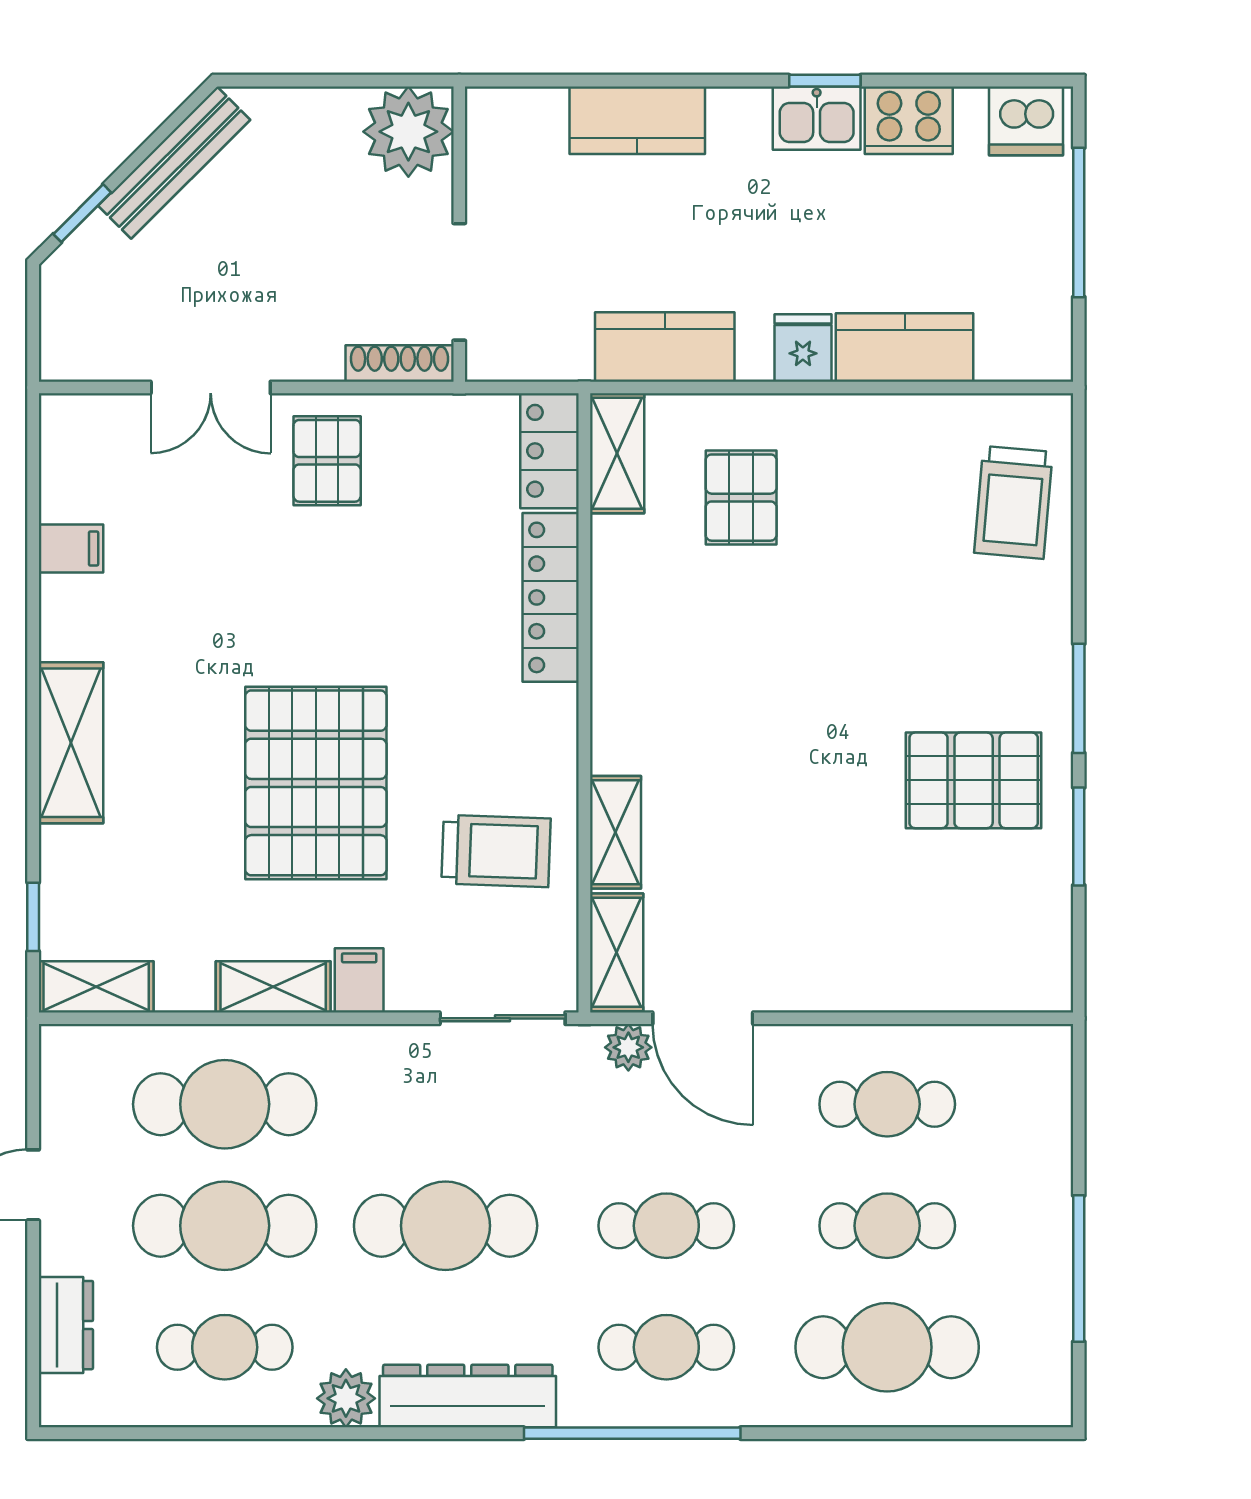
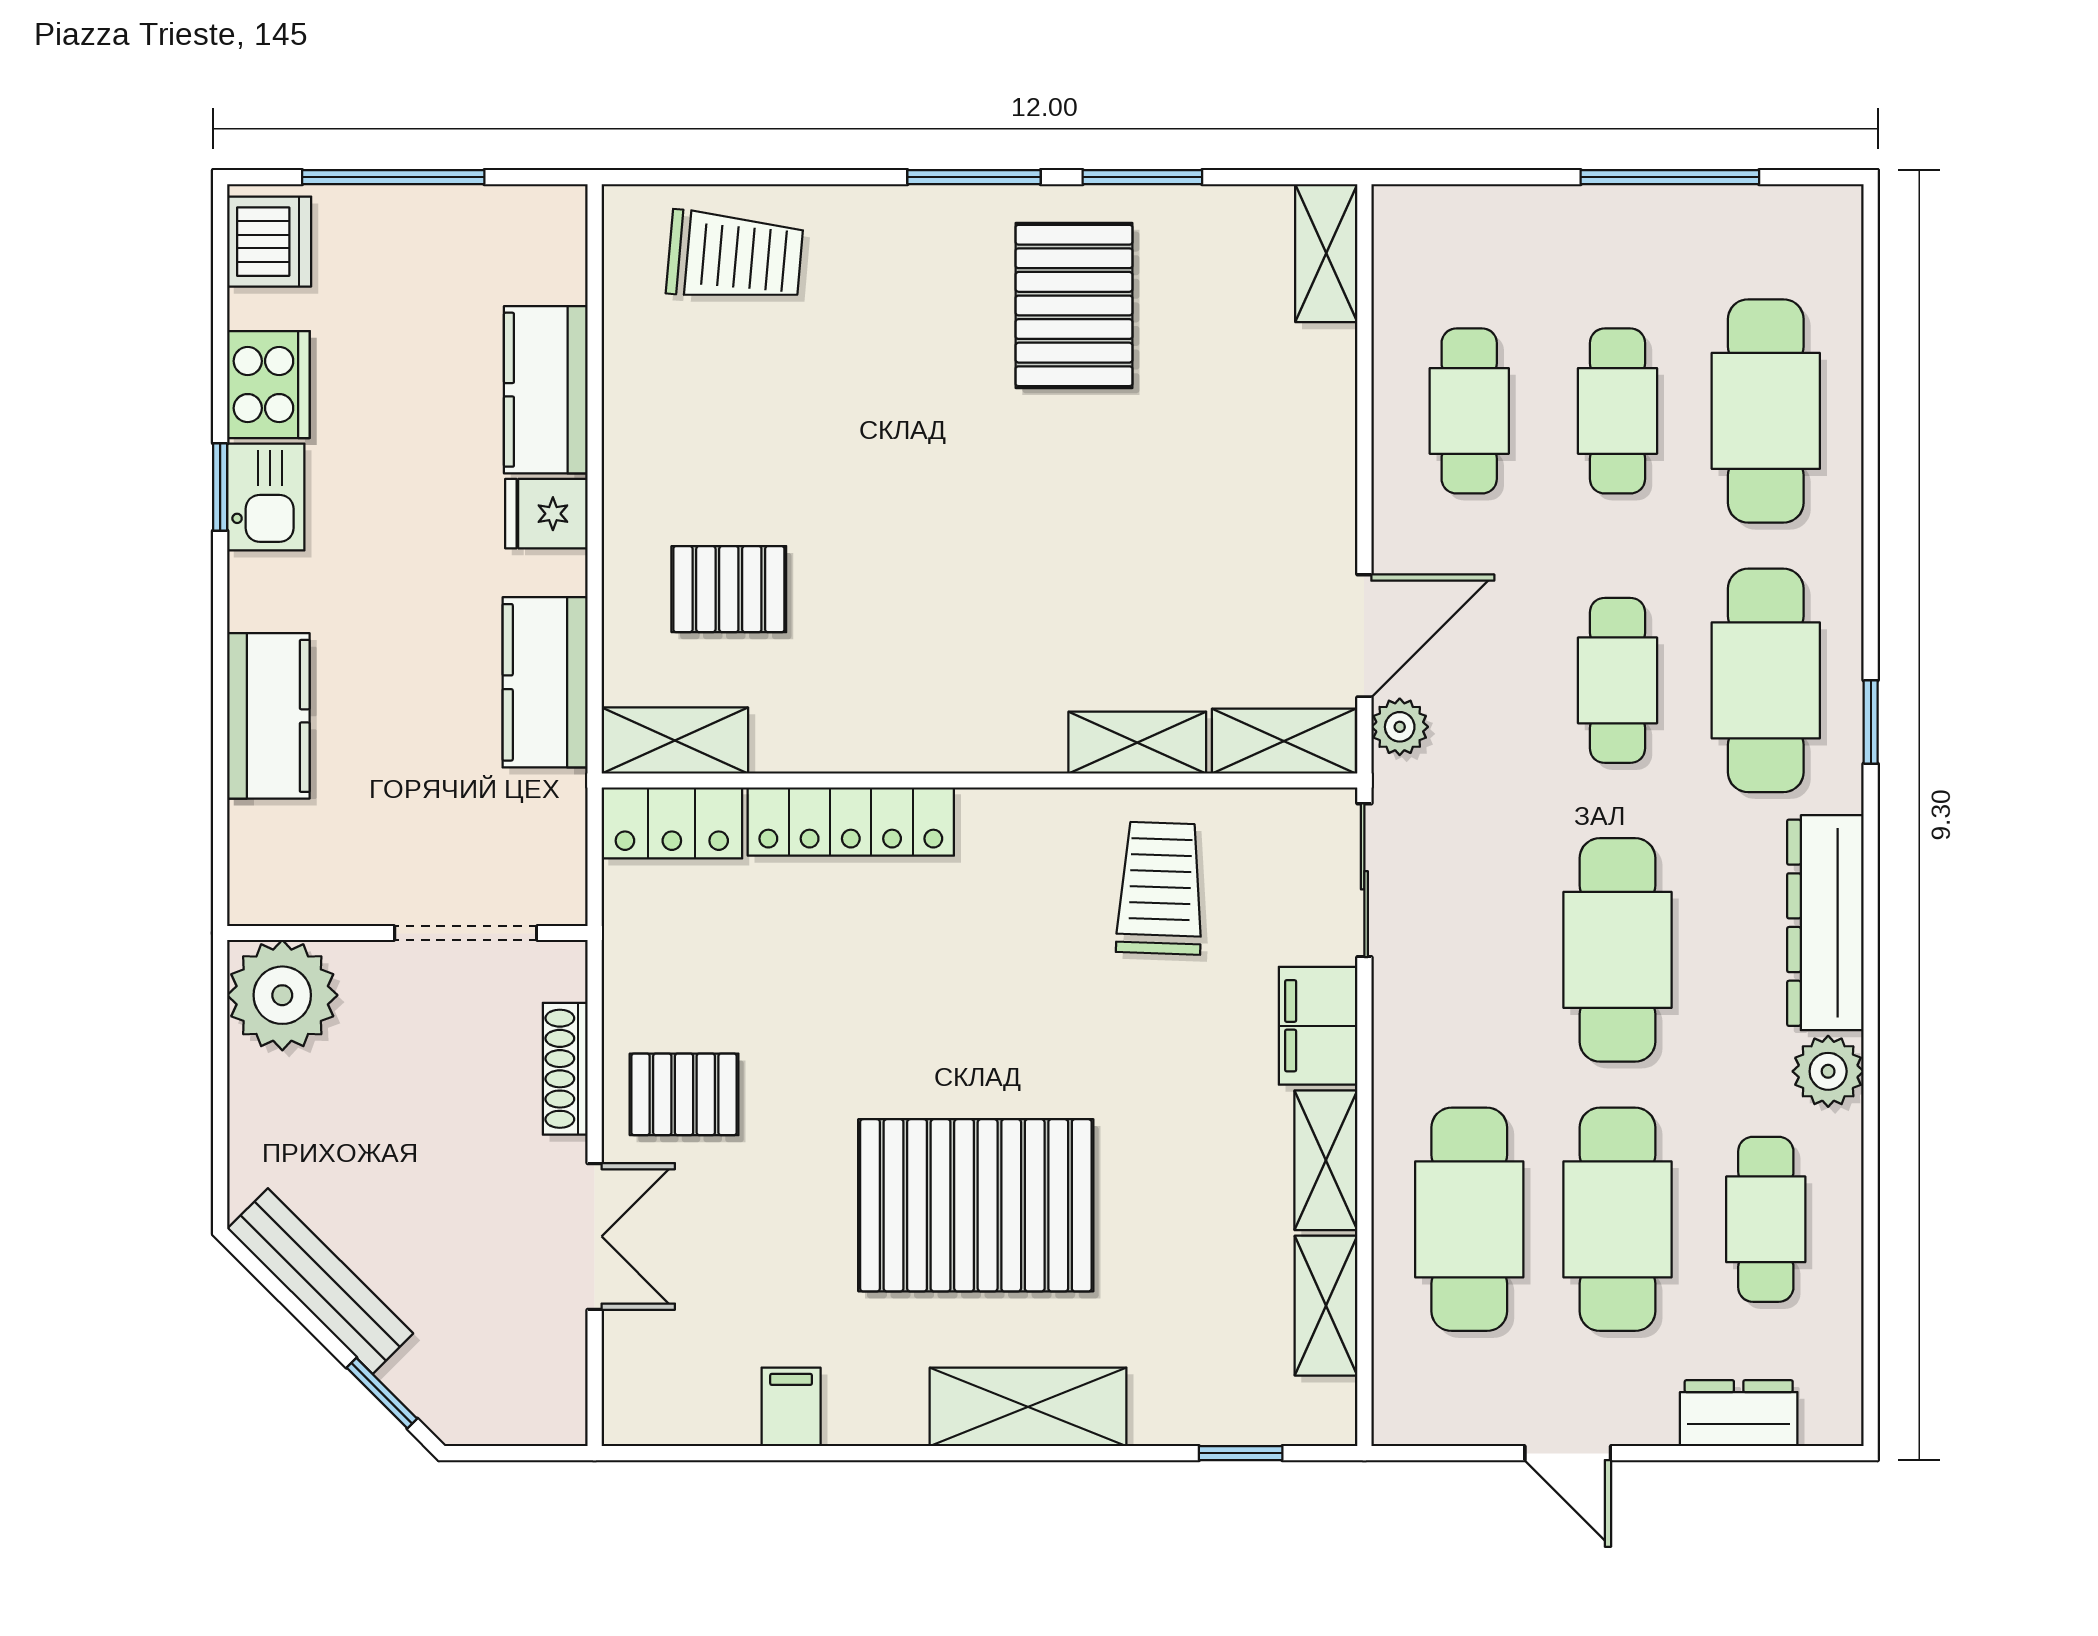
shoe rack: (400, 363) -> (565, 1069), moved
pallet: (316, 783) -> (976, 1205), moved
filing cabinet: (359, 980) -> (1318, 1026), width x2.00
shelving: (96, 987) -> (1326, 1306), moved
shelving: (1016, 987) -> (1326, 253), added
cafe table: (666, 1347) -> (1766, 680), width x1.37, depth x1.35
window: (632, 1433) -> (1871, 722), width x0.32

